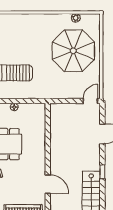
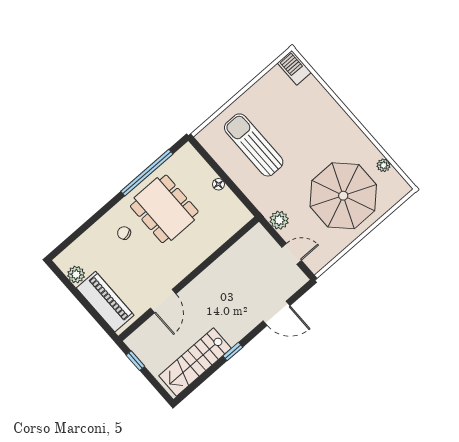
plant: (58, 93) -> (279, 220), added
door: (91, 101) -> (292, 254), moved

